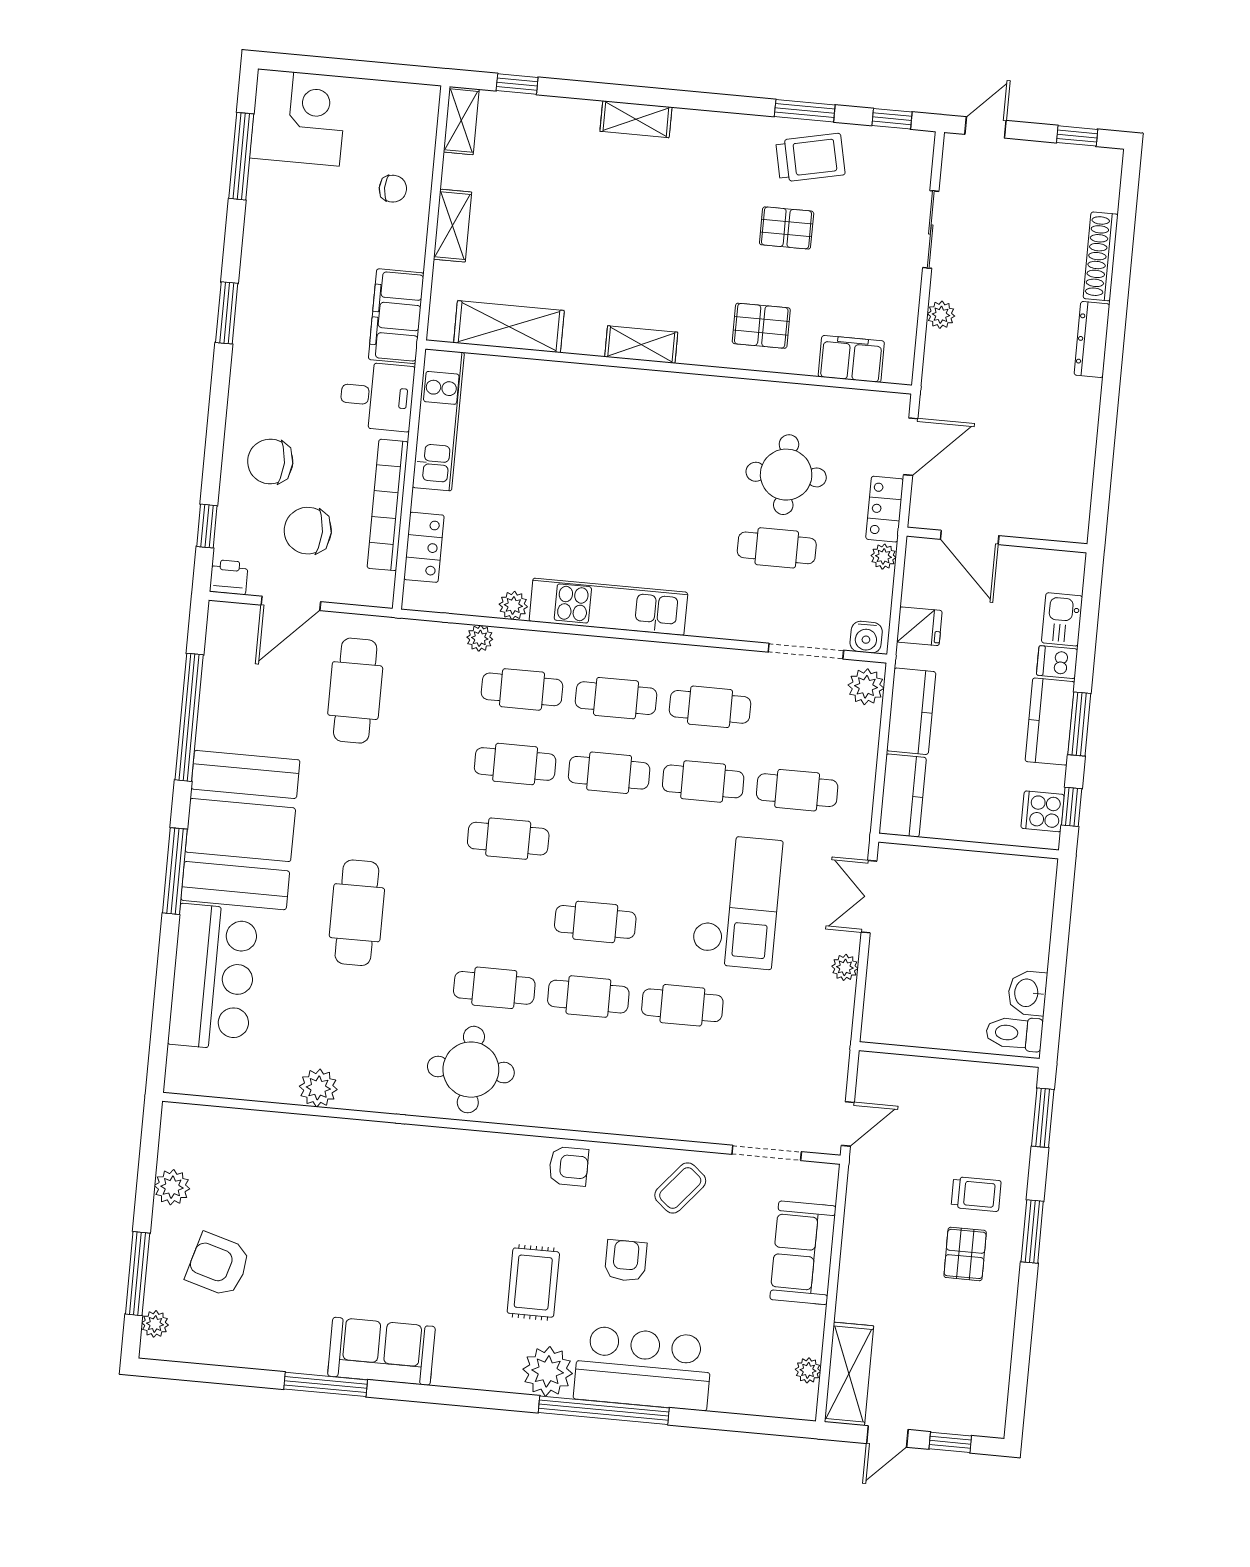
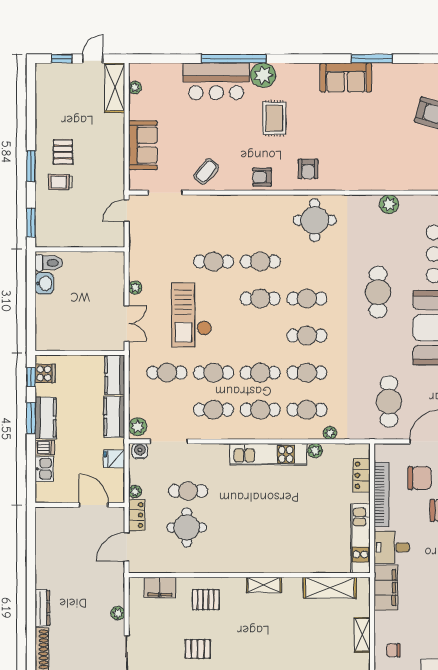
cafe table: (494, 988) -> (307, 299), moved
armchair: (626, 1261) -> (308, 169), moved

